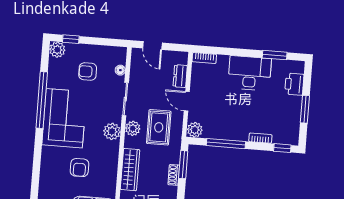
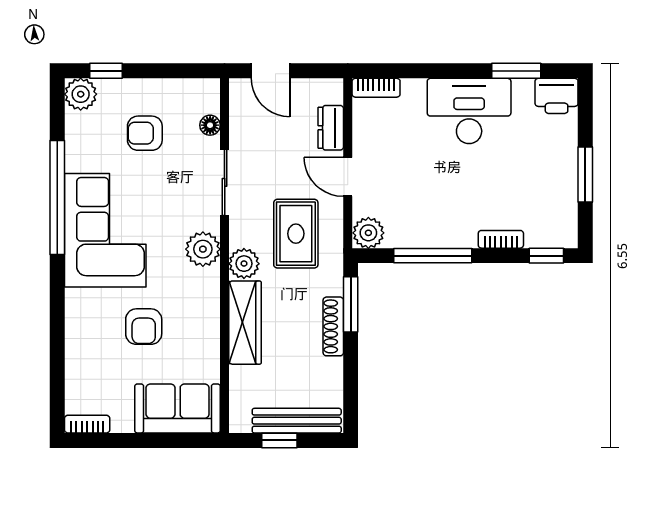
printer: (294, 84) -> (557, 96), moved, turned -90
plant: (133, 128) -> (244, 264), moved
shoe rack: (174, 175) -> (333, 326), width x1.43

